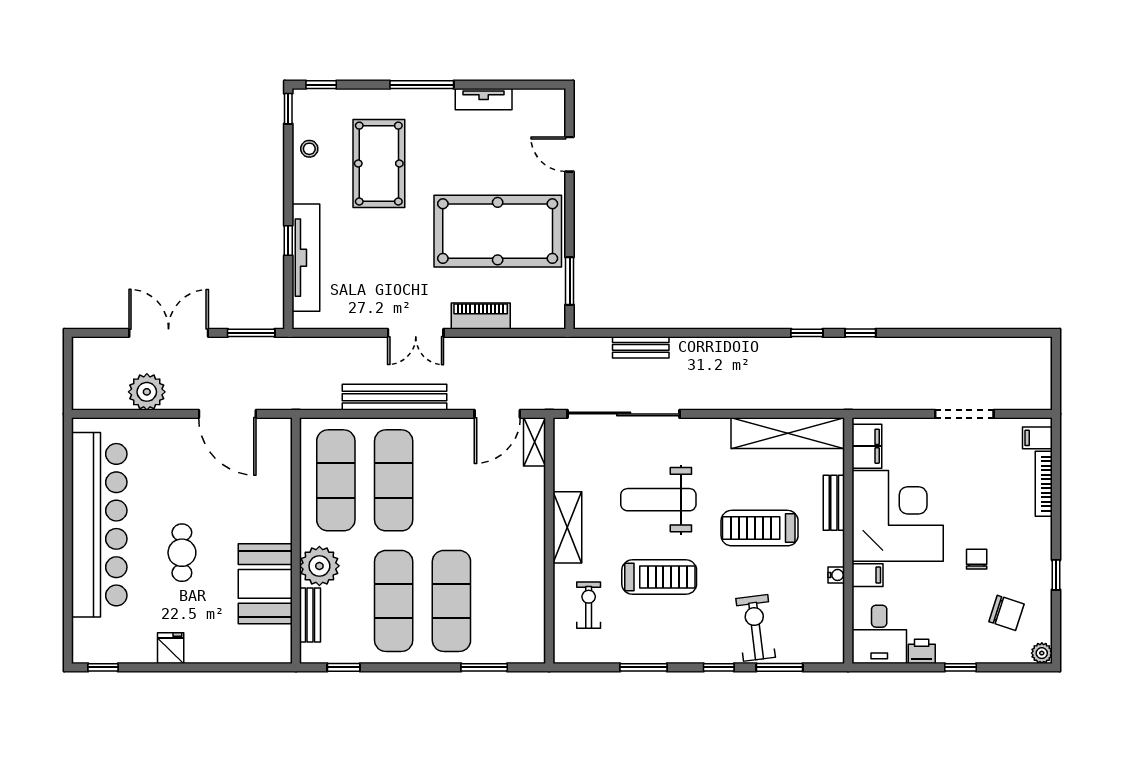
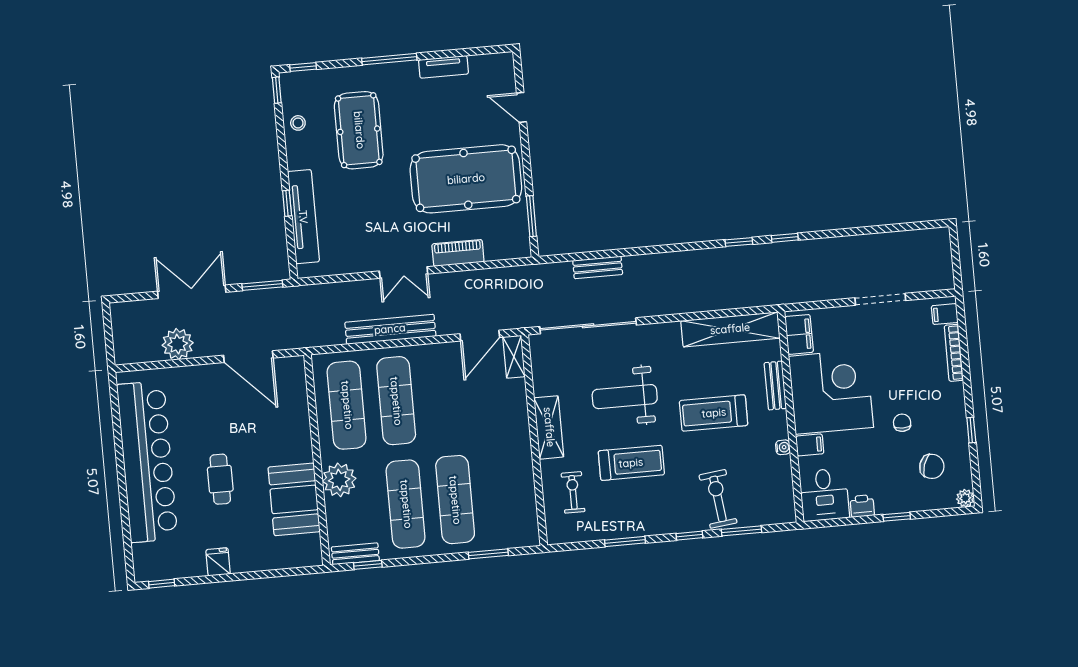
bench: (310, 615) -> (355, 554), moved, turned 90

